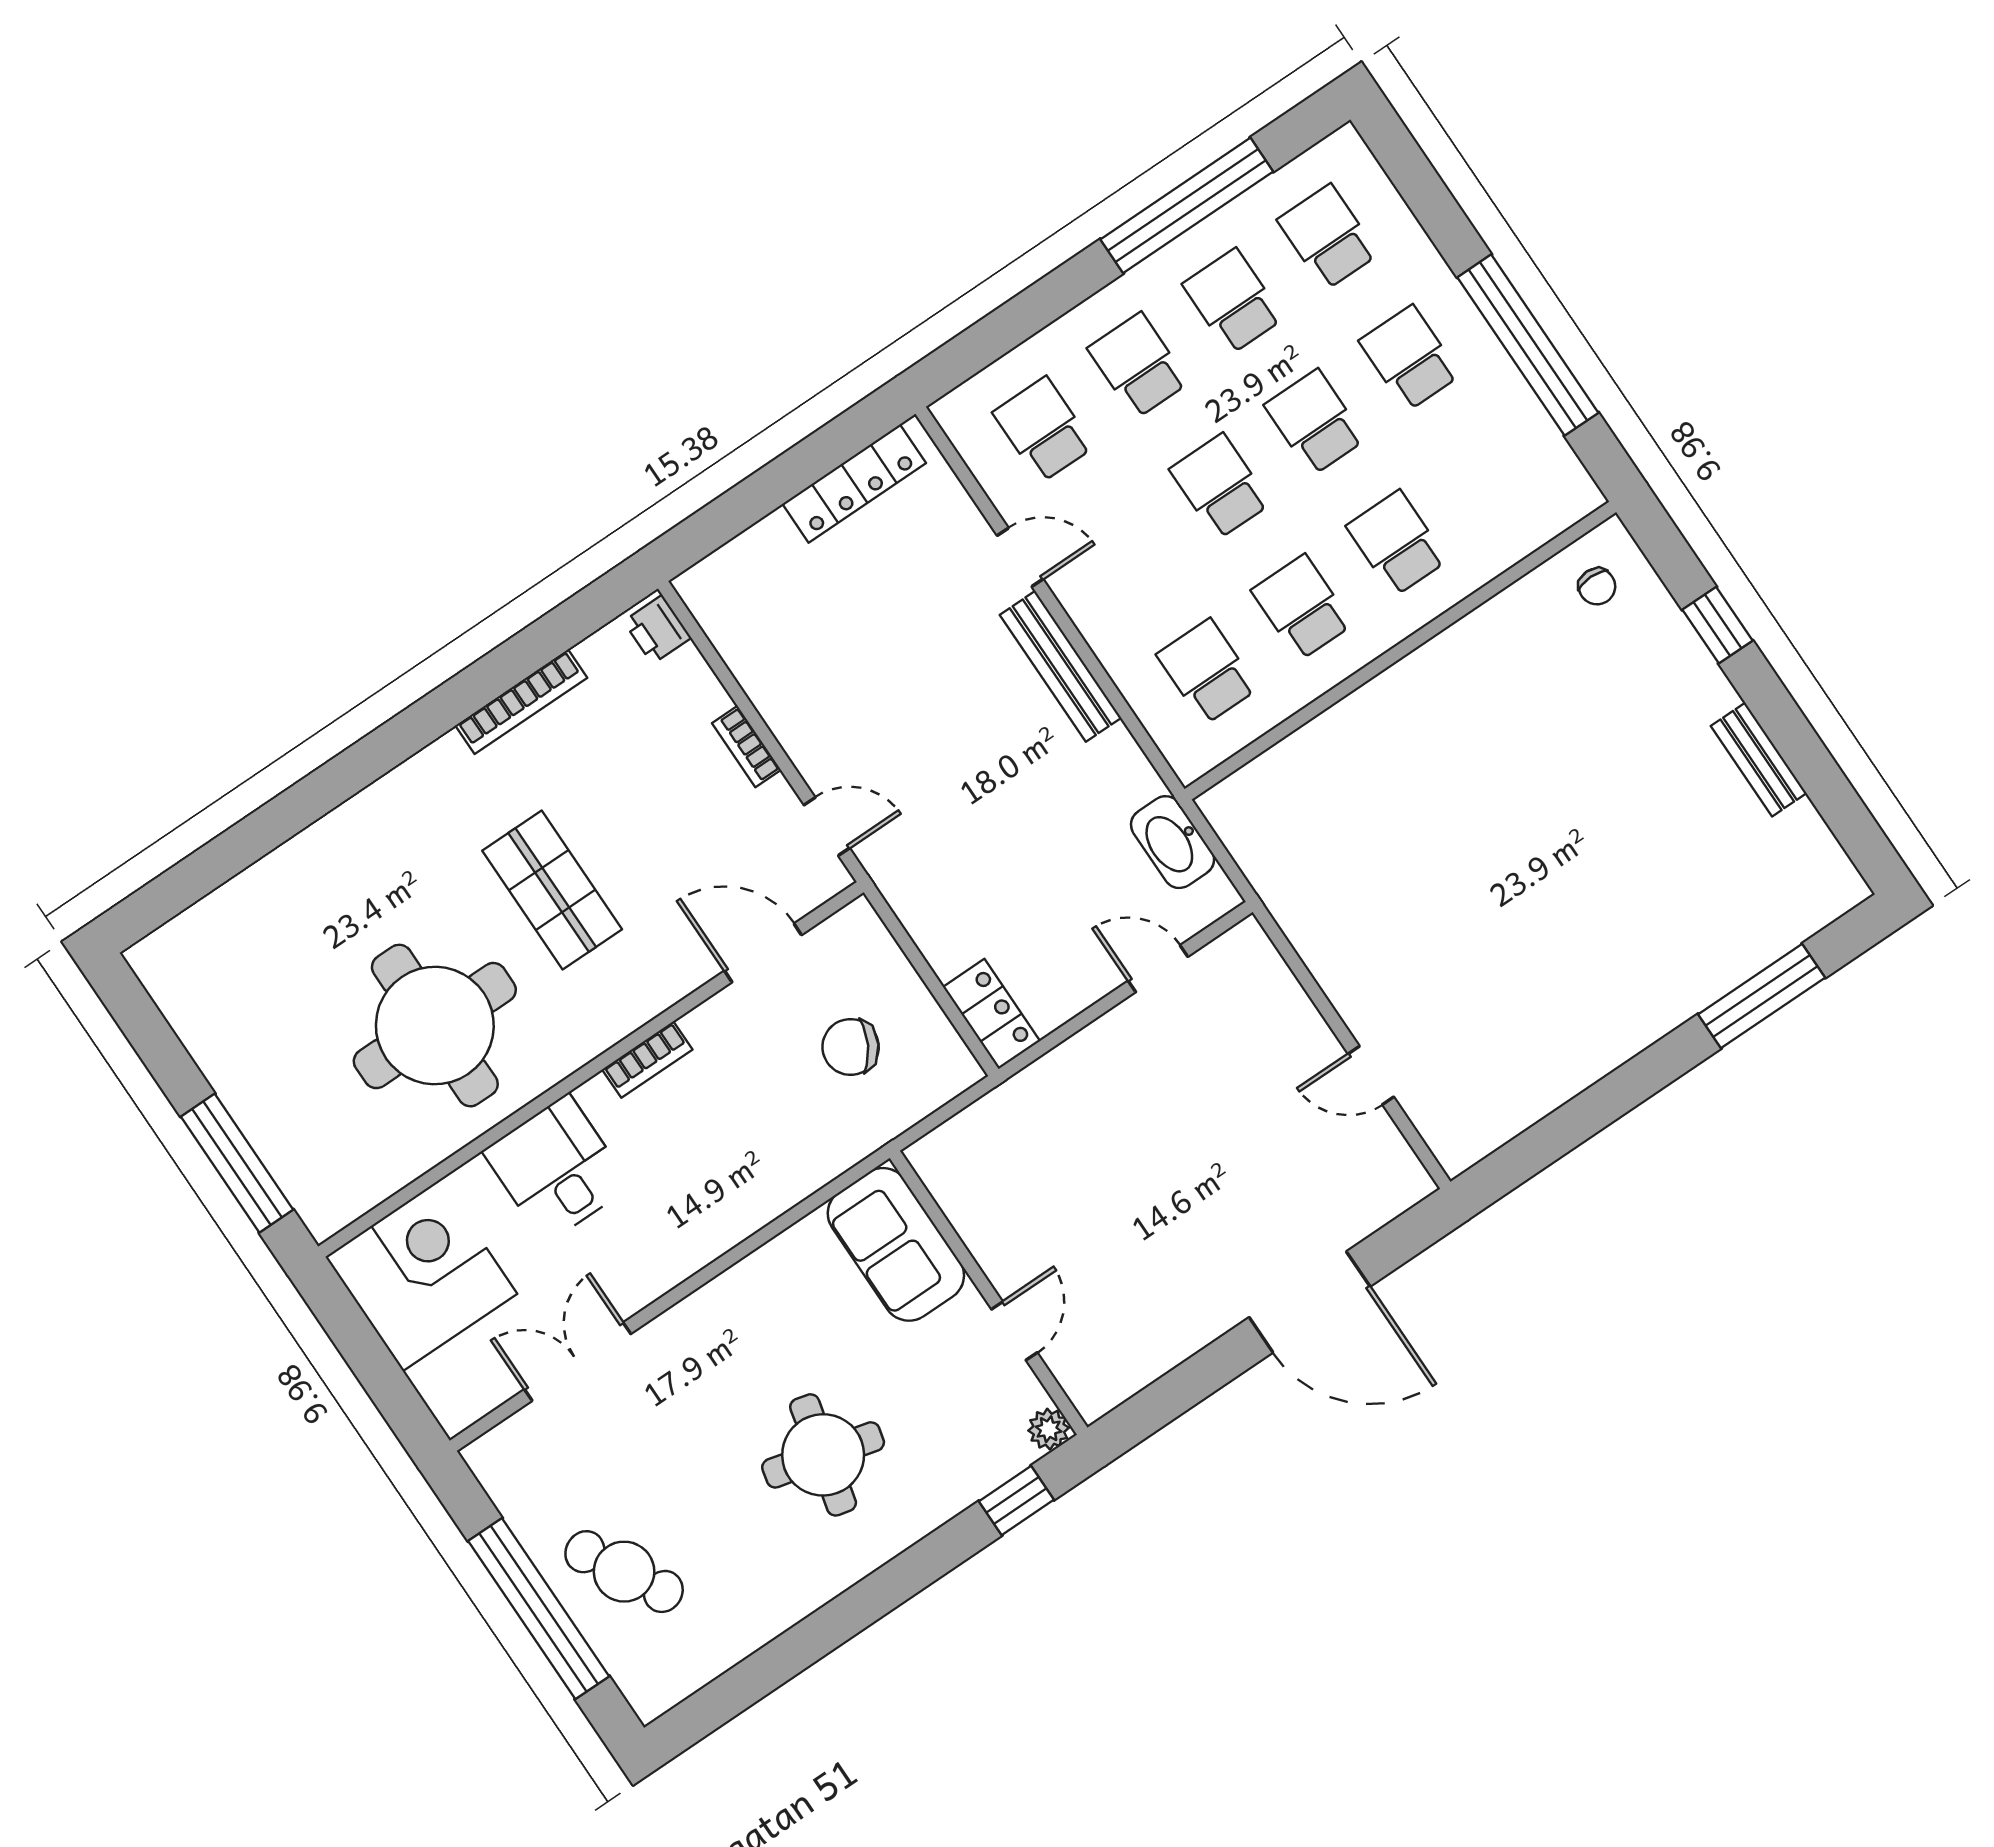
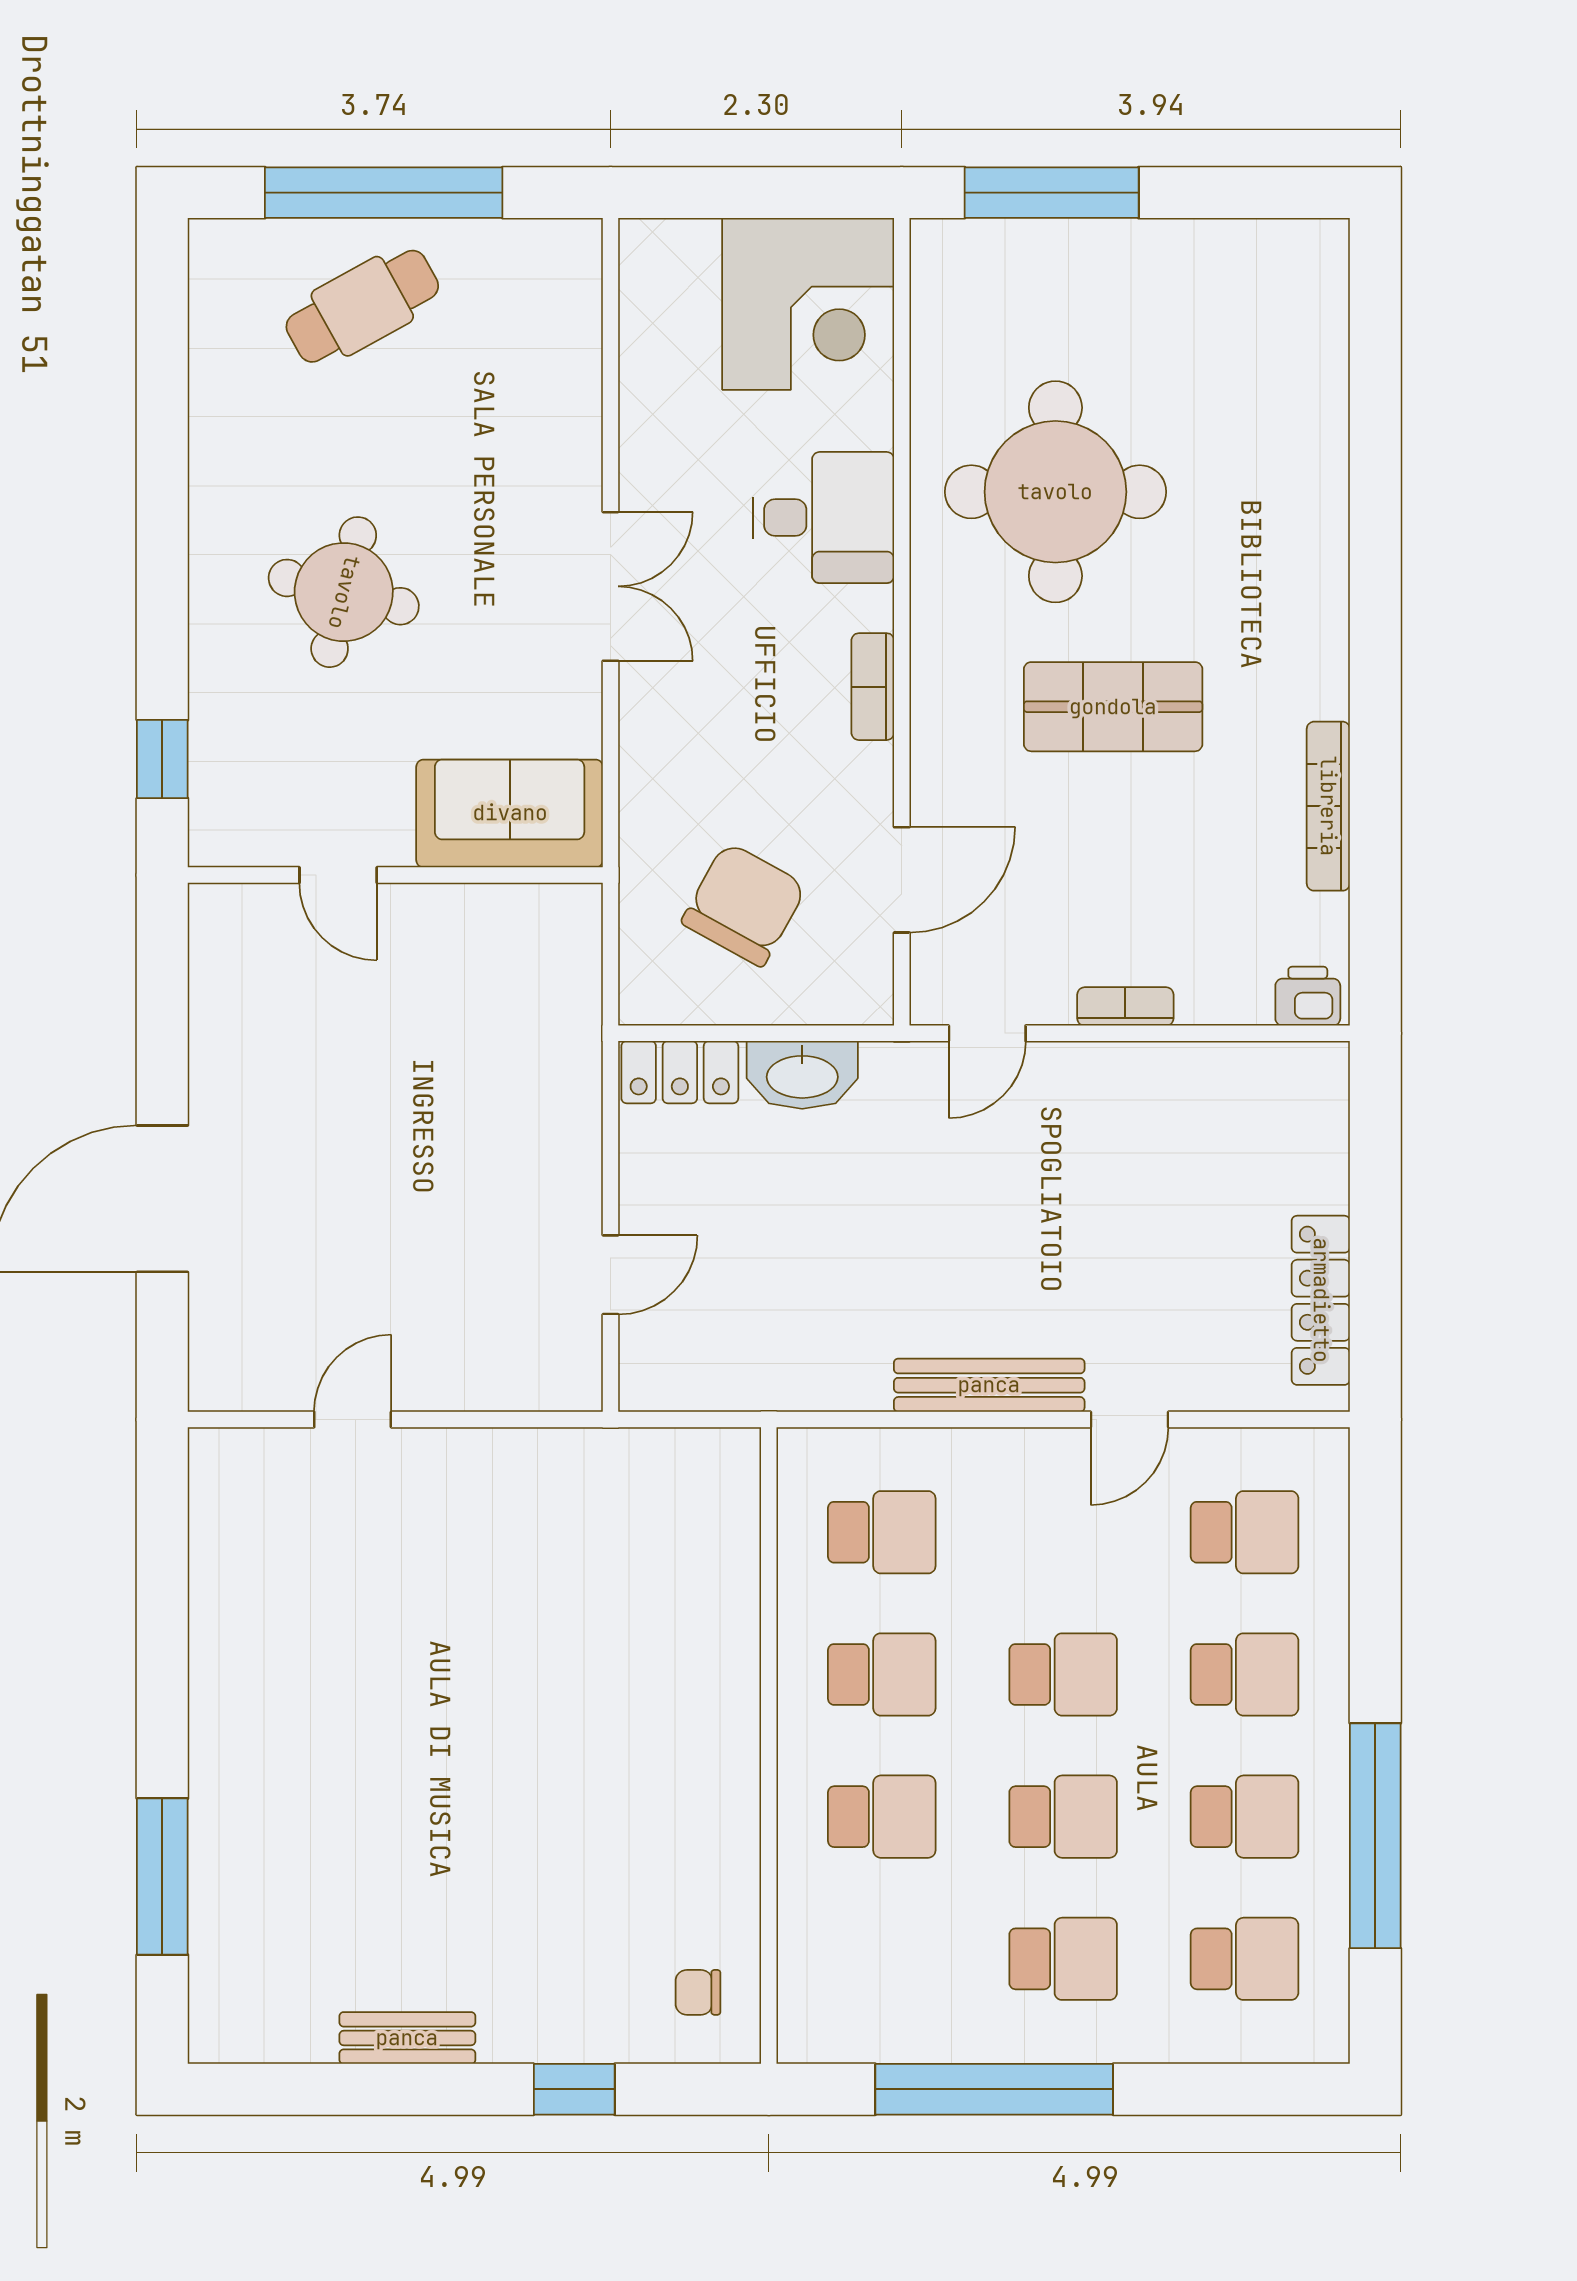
washbasin: (1173, 842) -> (802, 1075), moved, turned 180
chair: (851, 1047) -> (744, 904), width x1.37, depth x1.37
double door: (578, 1362) -> (611, 586), moved
plant: (1049, 1429) -> (213, 842), removed

